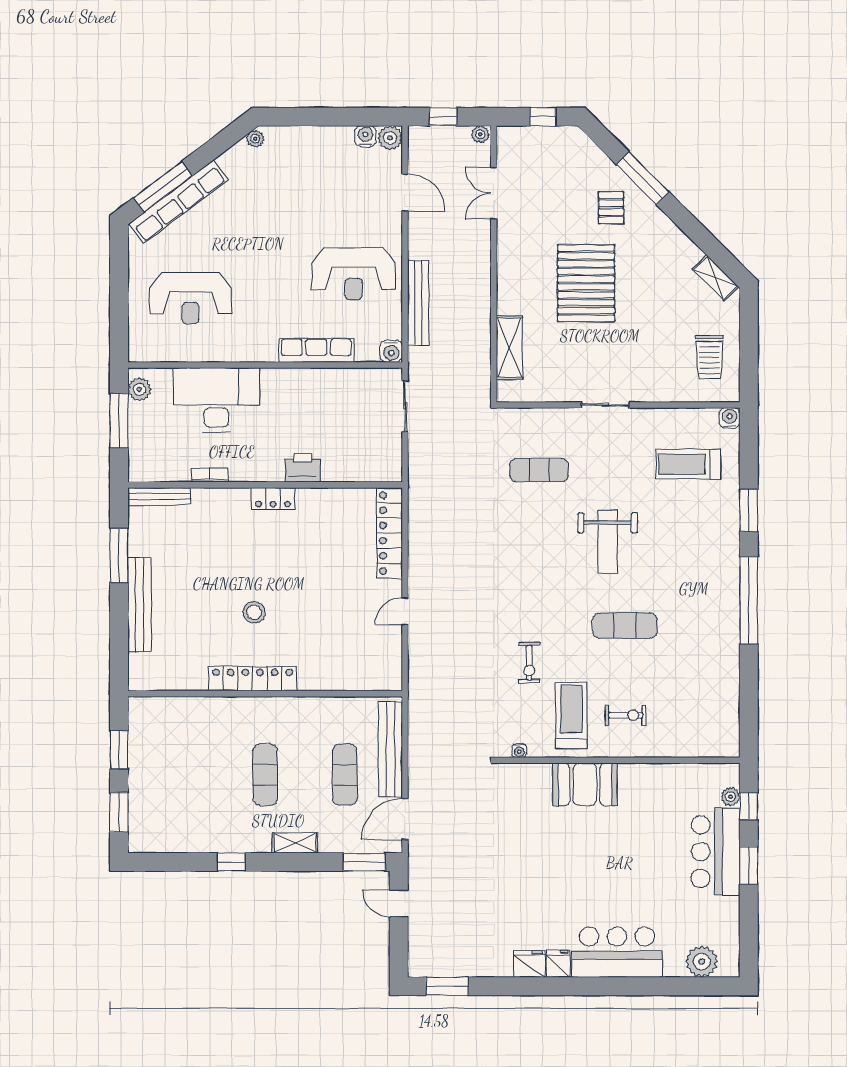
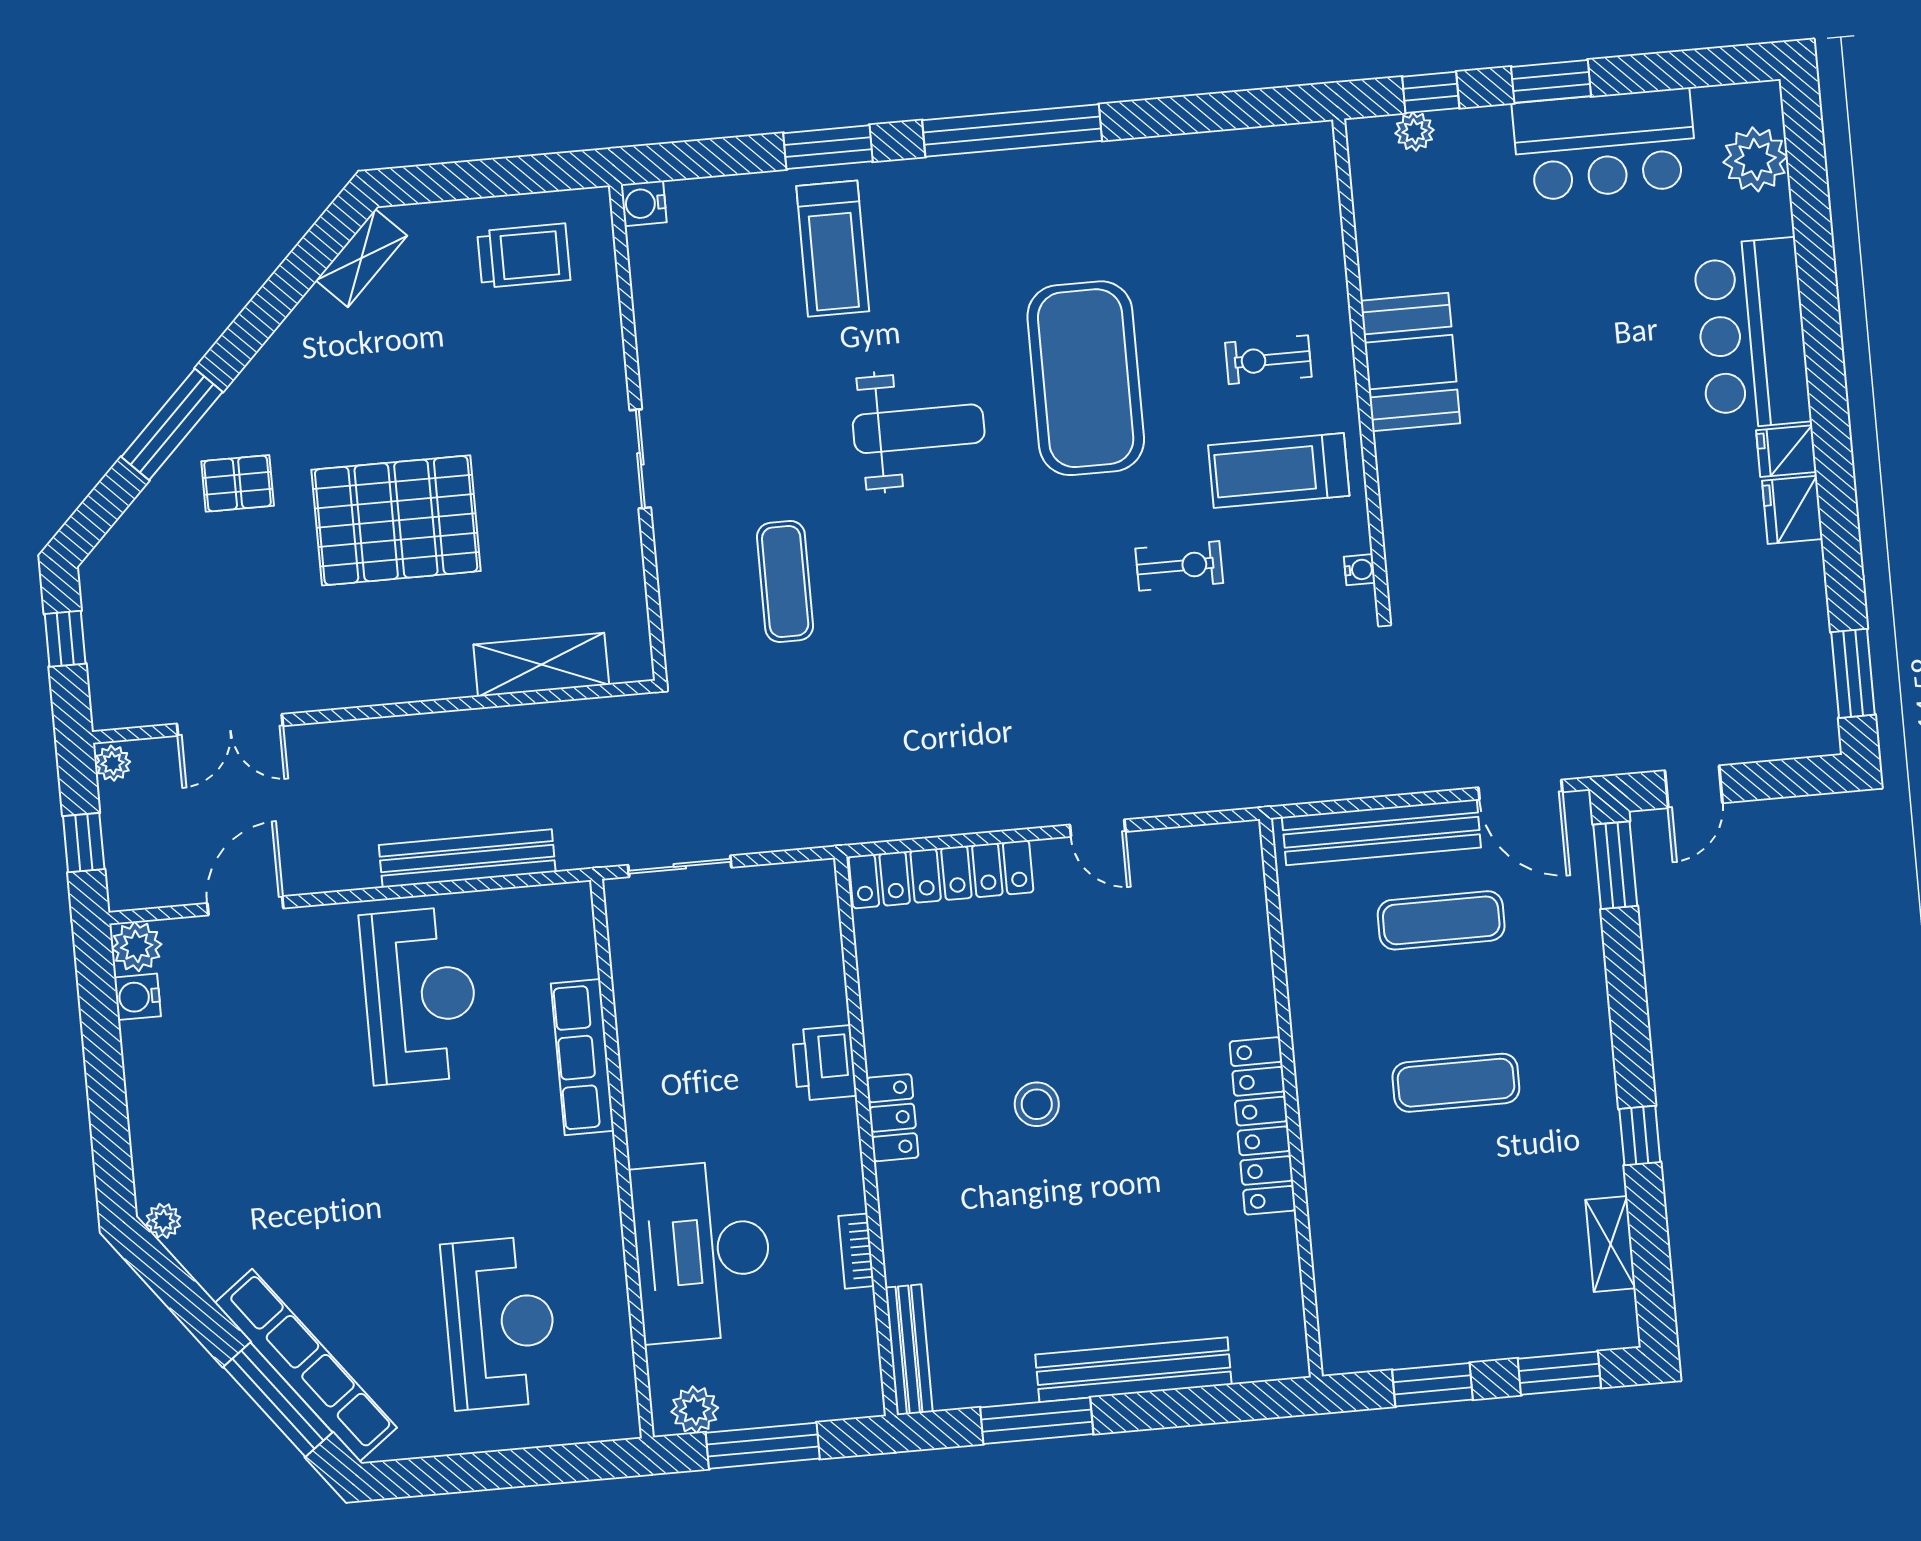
water cooler: (391, 351) -> (571, 904), removed
treadmill: (688, 464) -> (833, 249), moved
stool: (254, 612) -> (1037, 1104), moved
exercise mat: (625, 626) -> (1086, 378), width x2.00, depth x1.45
exercise bike: (626, 715) -> (1268, 360), turned -90
booth: (585, 784) -> (1410, 362), moved
shelving: (295, 843) -> (1610, 1244), moved
bar counter: (716, 852) -> (1605, 145), moved

